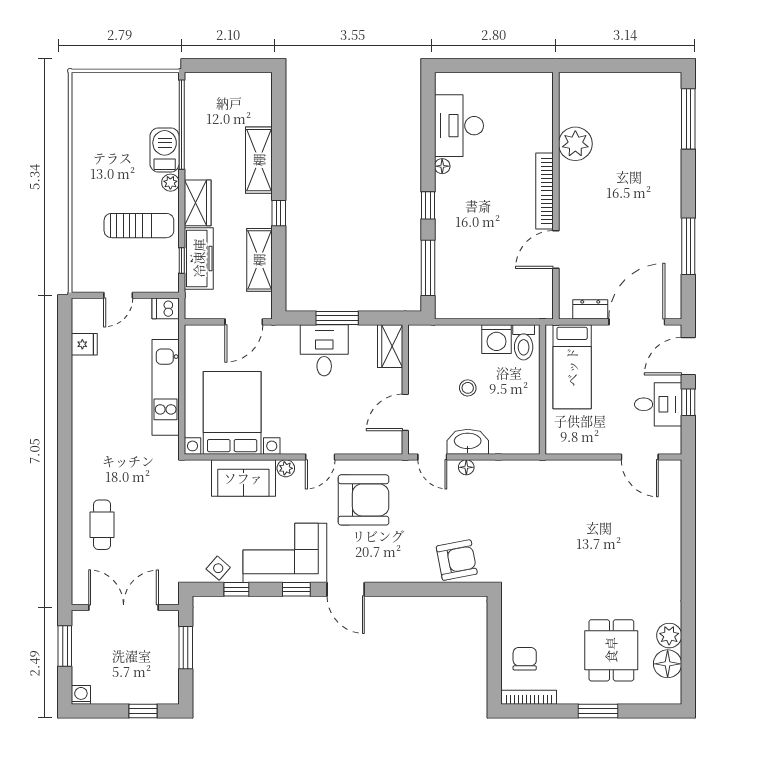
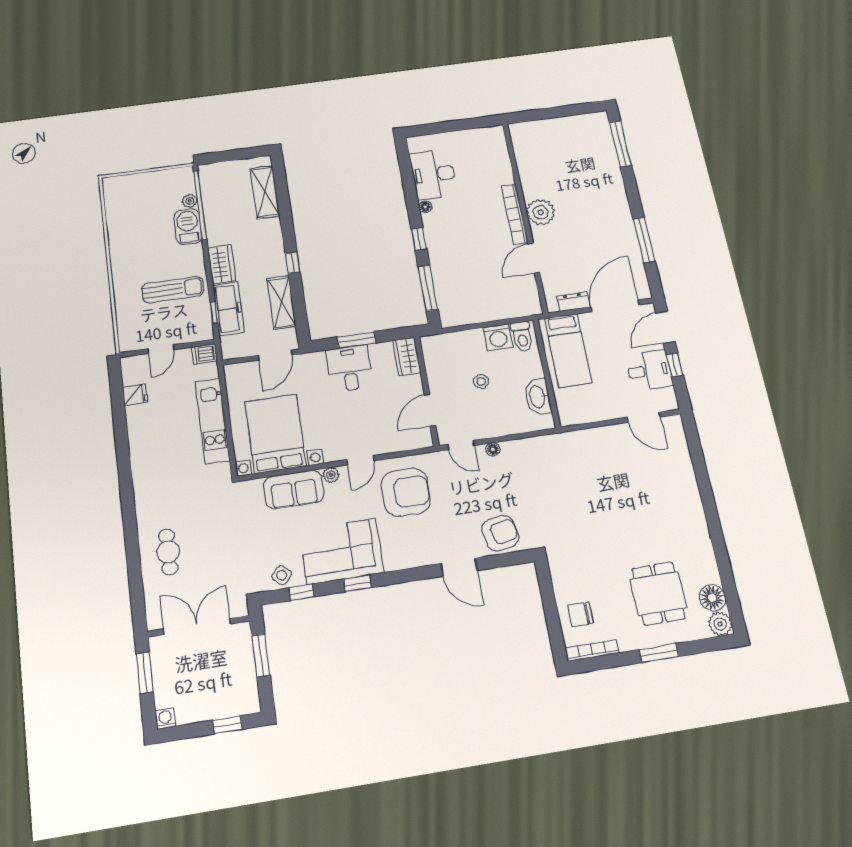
plant: (575, 144) -> (541, 212), moved
shelving: (259, 160) -> (265, 192), moved
plant: (170, 183) -> (190, 201), moved
washbasin: (468, 442) -> (538, 397), moved, turned -90
door: (346, 589) -> (459, 567), moved
plant: (669, 636) -> (720, 624), moved
chair: (525, 659) -> (581, 614), turned -90

